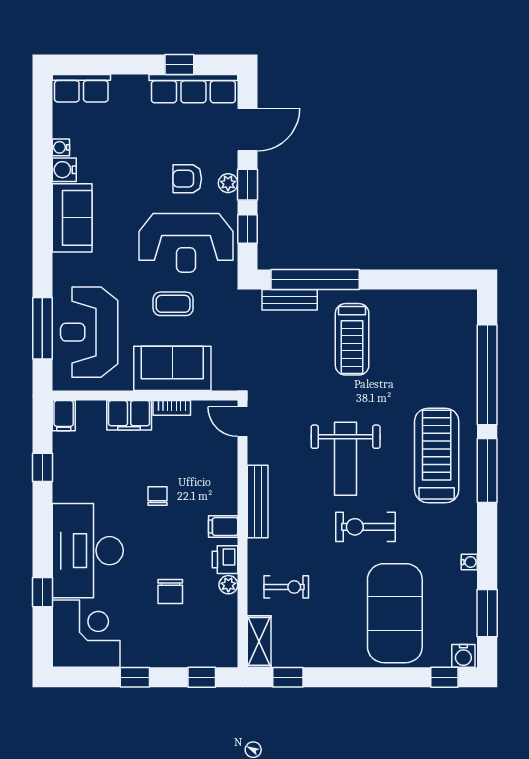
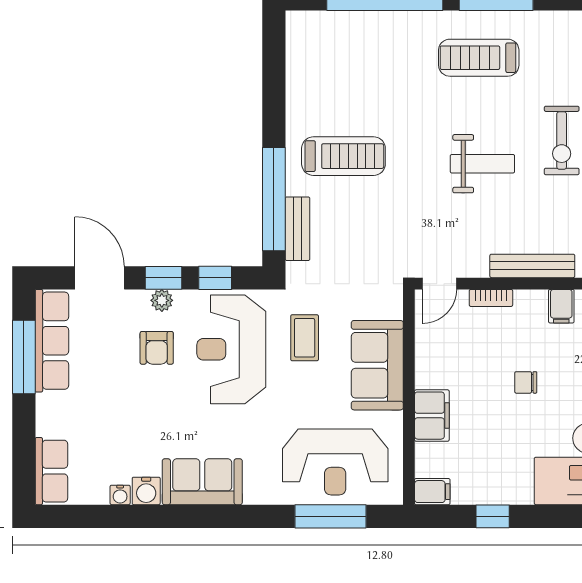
window: (179, 64) -> (24, 357), width x2.17
reception desk: (186, 243) -> (231, 349), turned 180
coffee table: (173, 304) -> (305, 338), moved
bookcase: (172, 408) -> (491, 298), moved, turned 90
treadmill: (437, 456) -> (479, 58), width x0.73, depth x0.73
weight bench: (346, 459) -> (482, 164), width x0.73, depth x0.75

